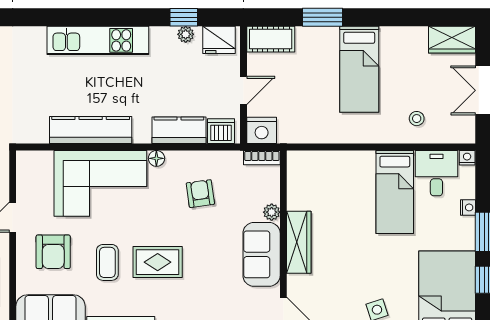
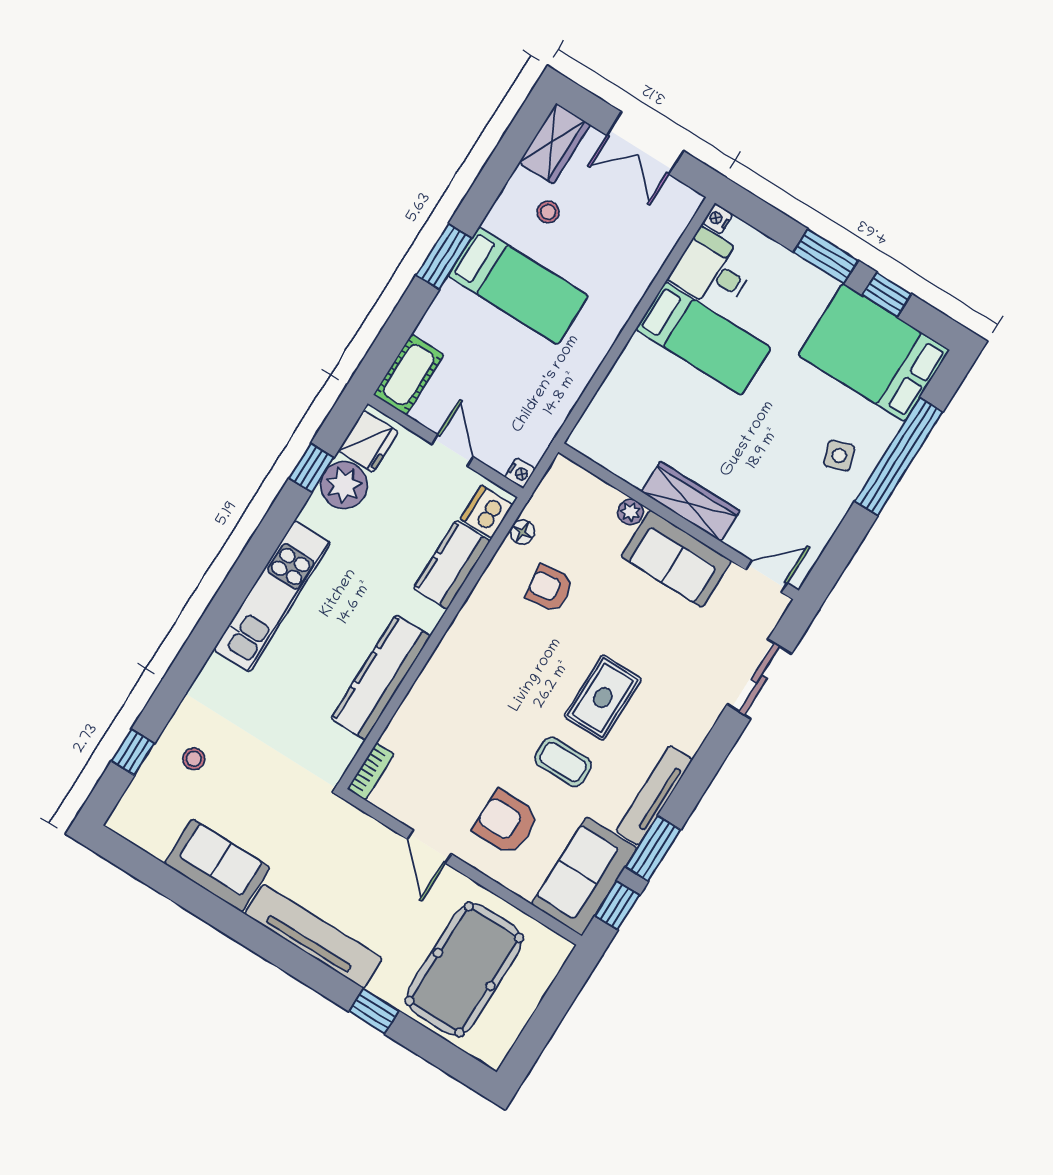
window: (322, 17) -> (444, 257), moved
plant: (186, 34) -> (344, 485), width x1.88, depth x1.88
stool: (417, 119) -> (548, 212), moved
nightstand: (262, 130) -> (520, 473), width x0.53, depth x0.56
floor lamp: (156, 158) -> (522, 532), moved
bookcase: (262, 158) -> (371, 771), moved
corner sofa: (100, 183) -> (457, 708), removed
nightstand: (468, 207) -> (782, 258), removed
armchair: (53, 252) -> (506, 822), turned 180

